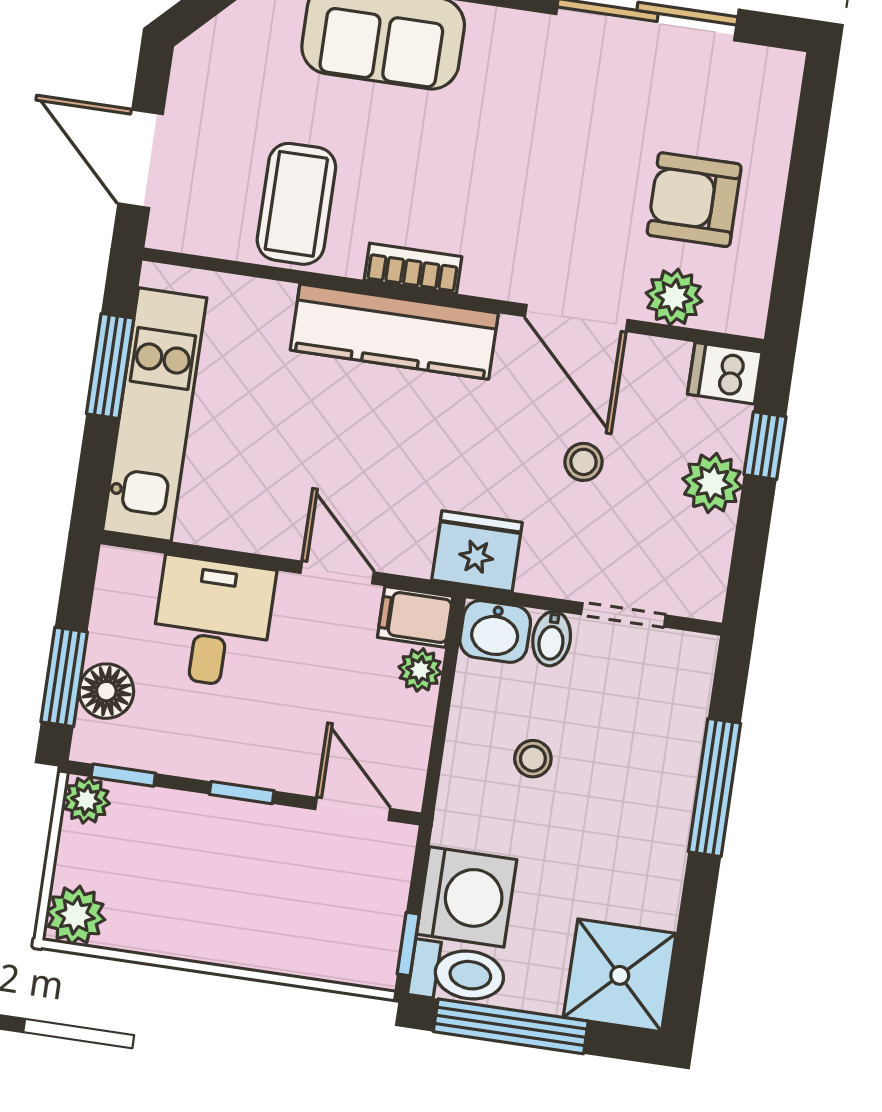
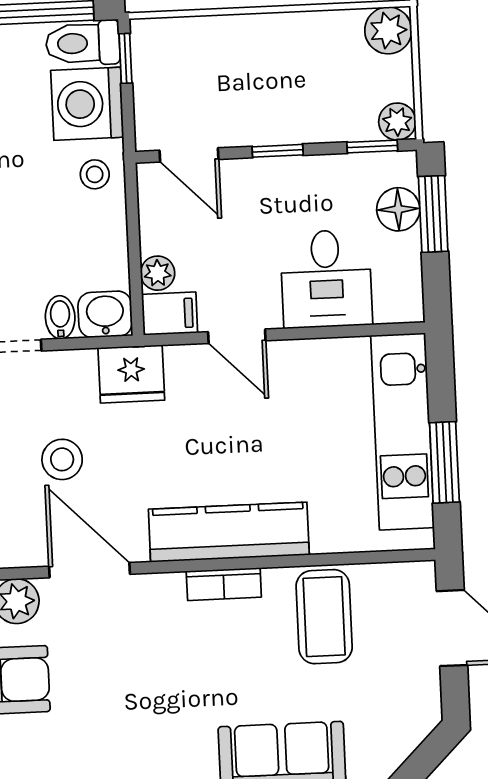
stool: (583, 462) -> (62, 459), width x1.37, depth x1.37
stool: (533, 759) -> (95, 174), moved

